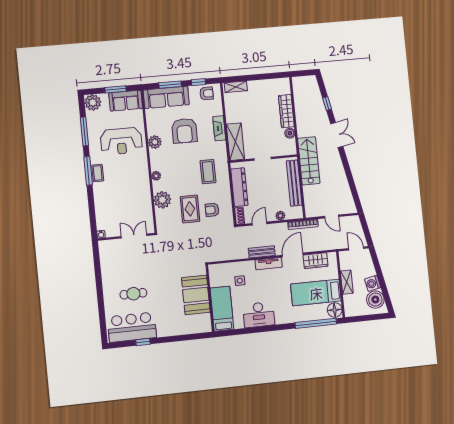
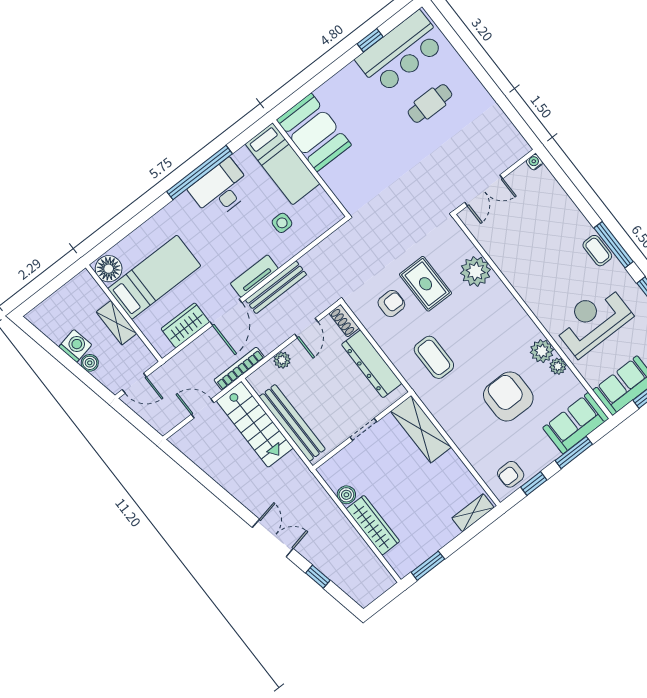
window: (273, 76) -> (428, 566), added
sofa: (166, 97) -> (576, 423), width x0.73
fireplace: (219, 128) -> (458, 434), removed
double door: (337, 135) -> (273, 538), swing flipped
stairs: (309, 161) -> (255, 424), moved
plant: (156, 176) -> (558, 366), moved
bench: (262, 252) -> (276, 287), width x1.36
booth: (196, 295) -> (314, 132), moved
boiler: (375, 300) -> (90, 363), moved, width x0.54, depth x0.54
window: (316, 323) -> (200, 173), moved

